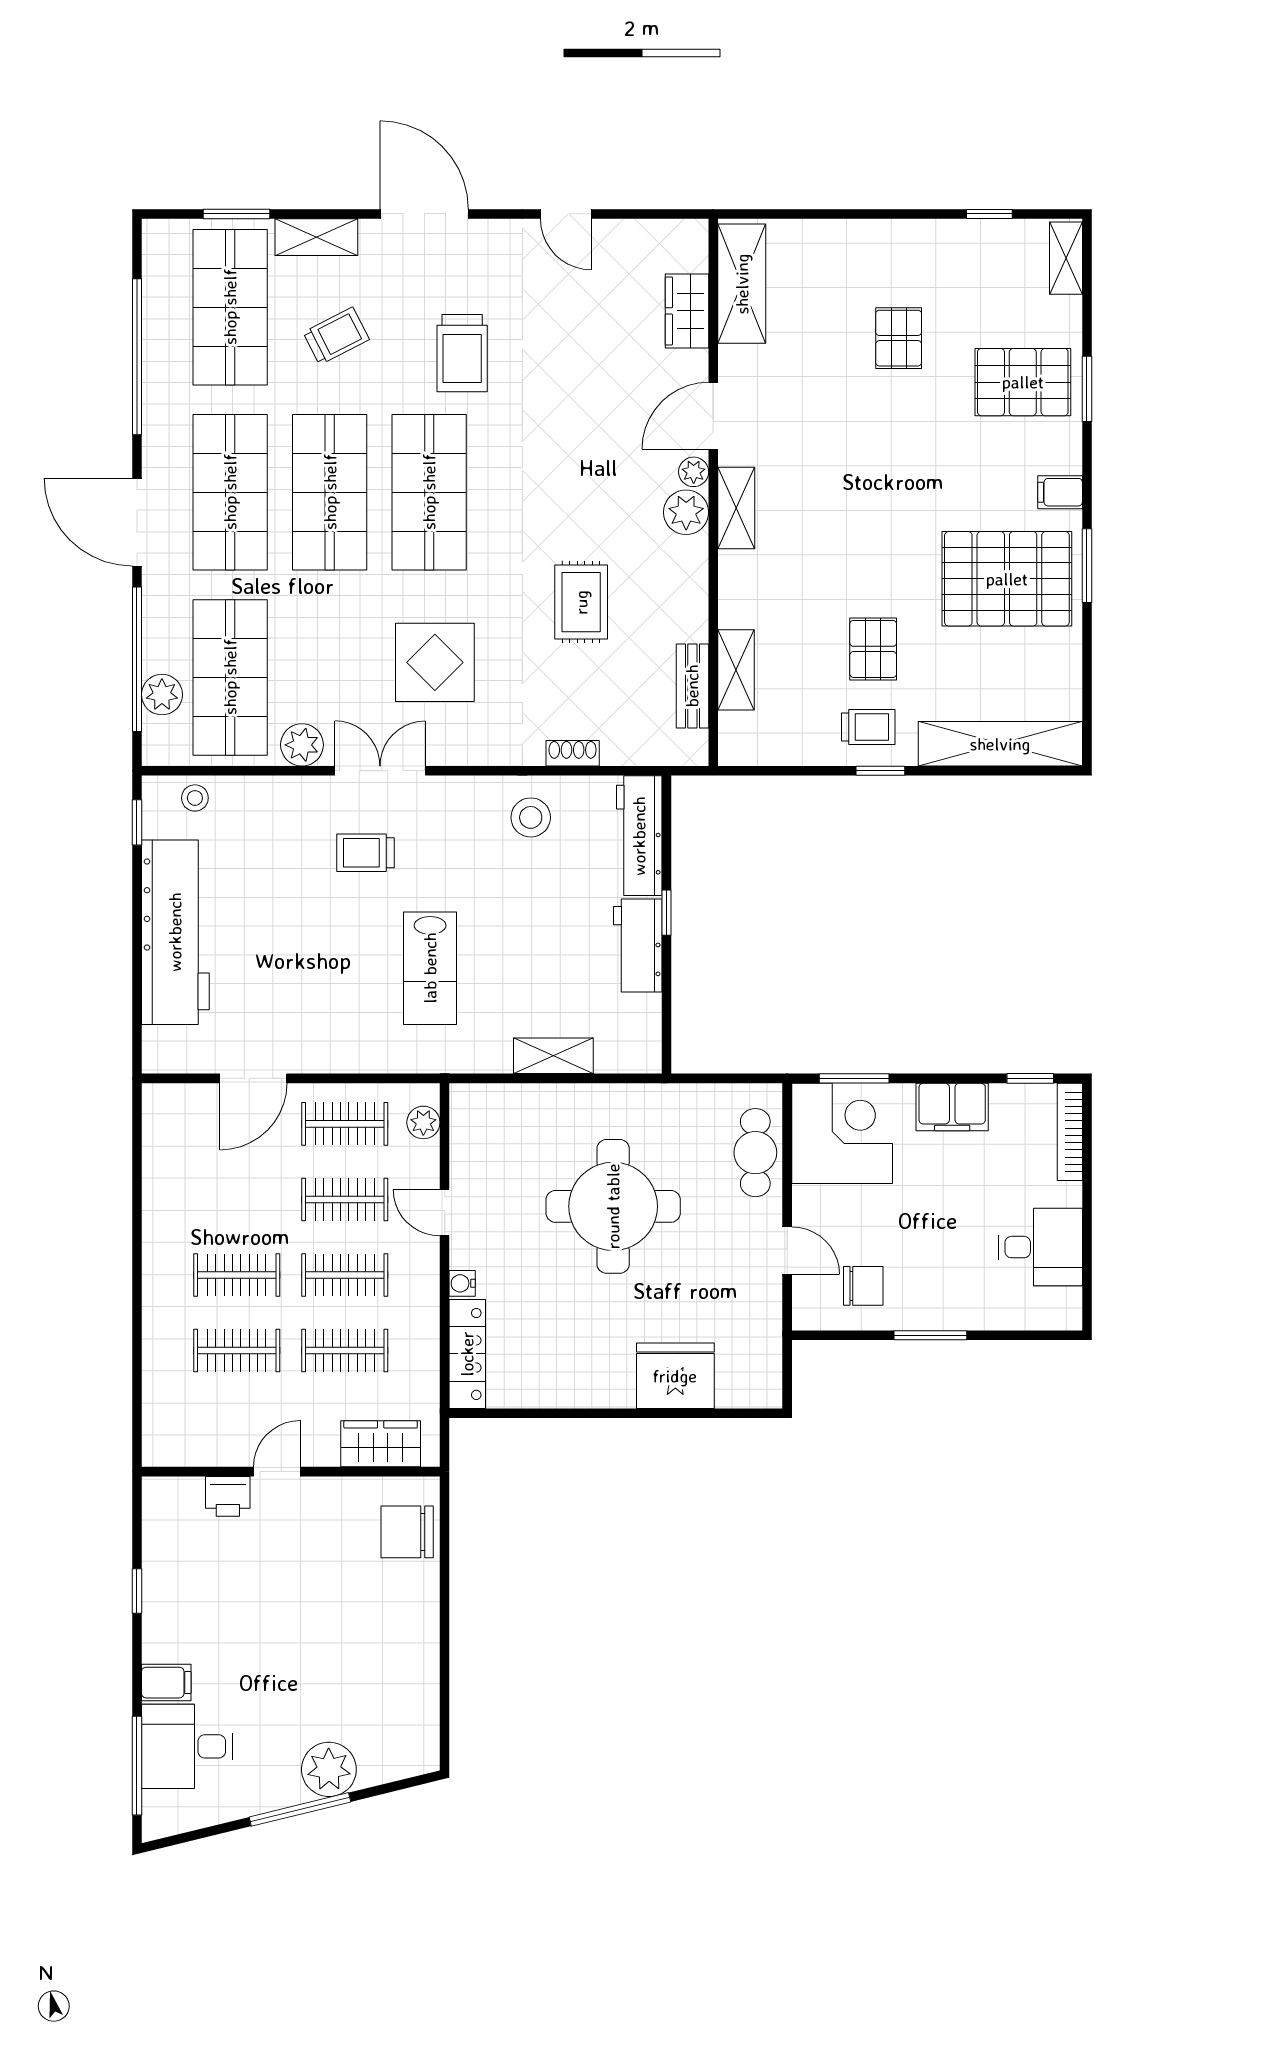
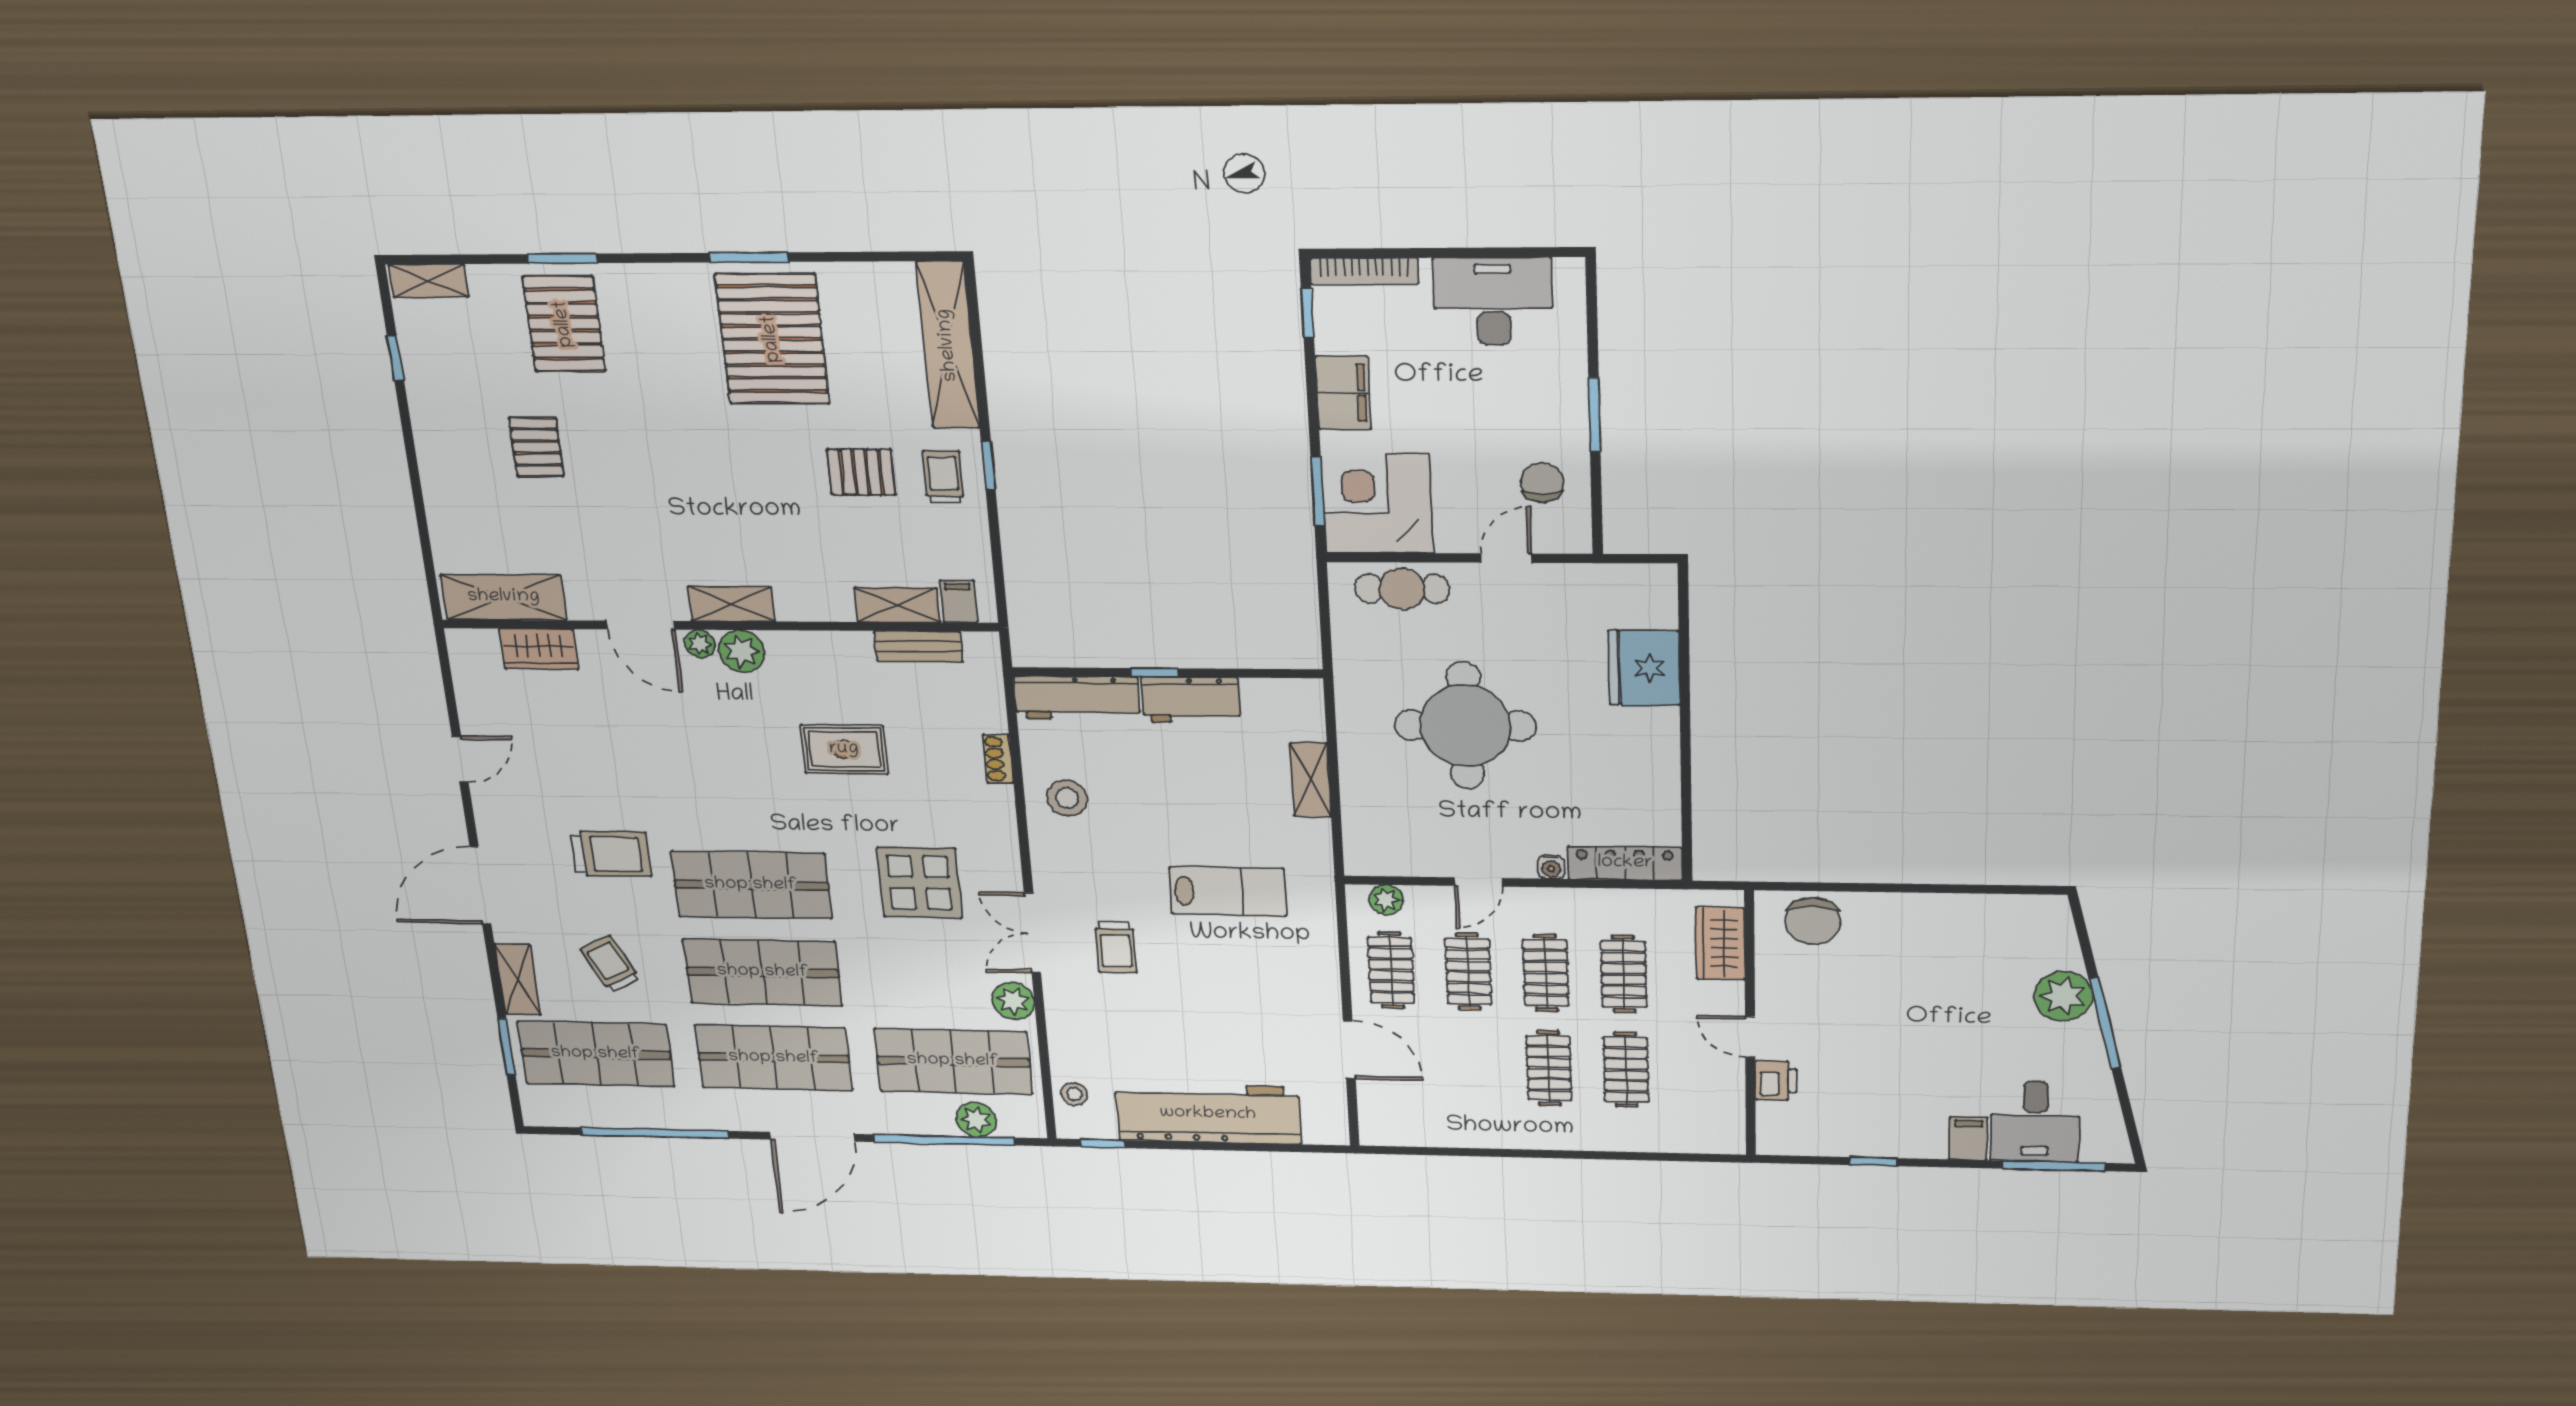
pallet: (899, 338) -> (536, 447), turned 90
filing cabinet: (1060, 492) -> (959, 601), moved, turned 180
desk: (1040, 1247) -> (1493, 301), width x1.37

